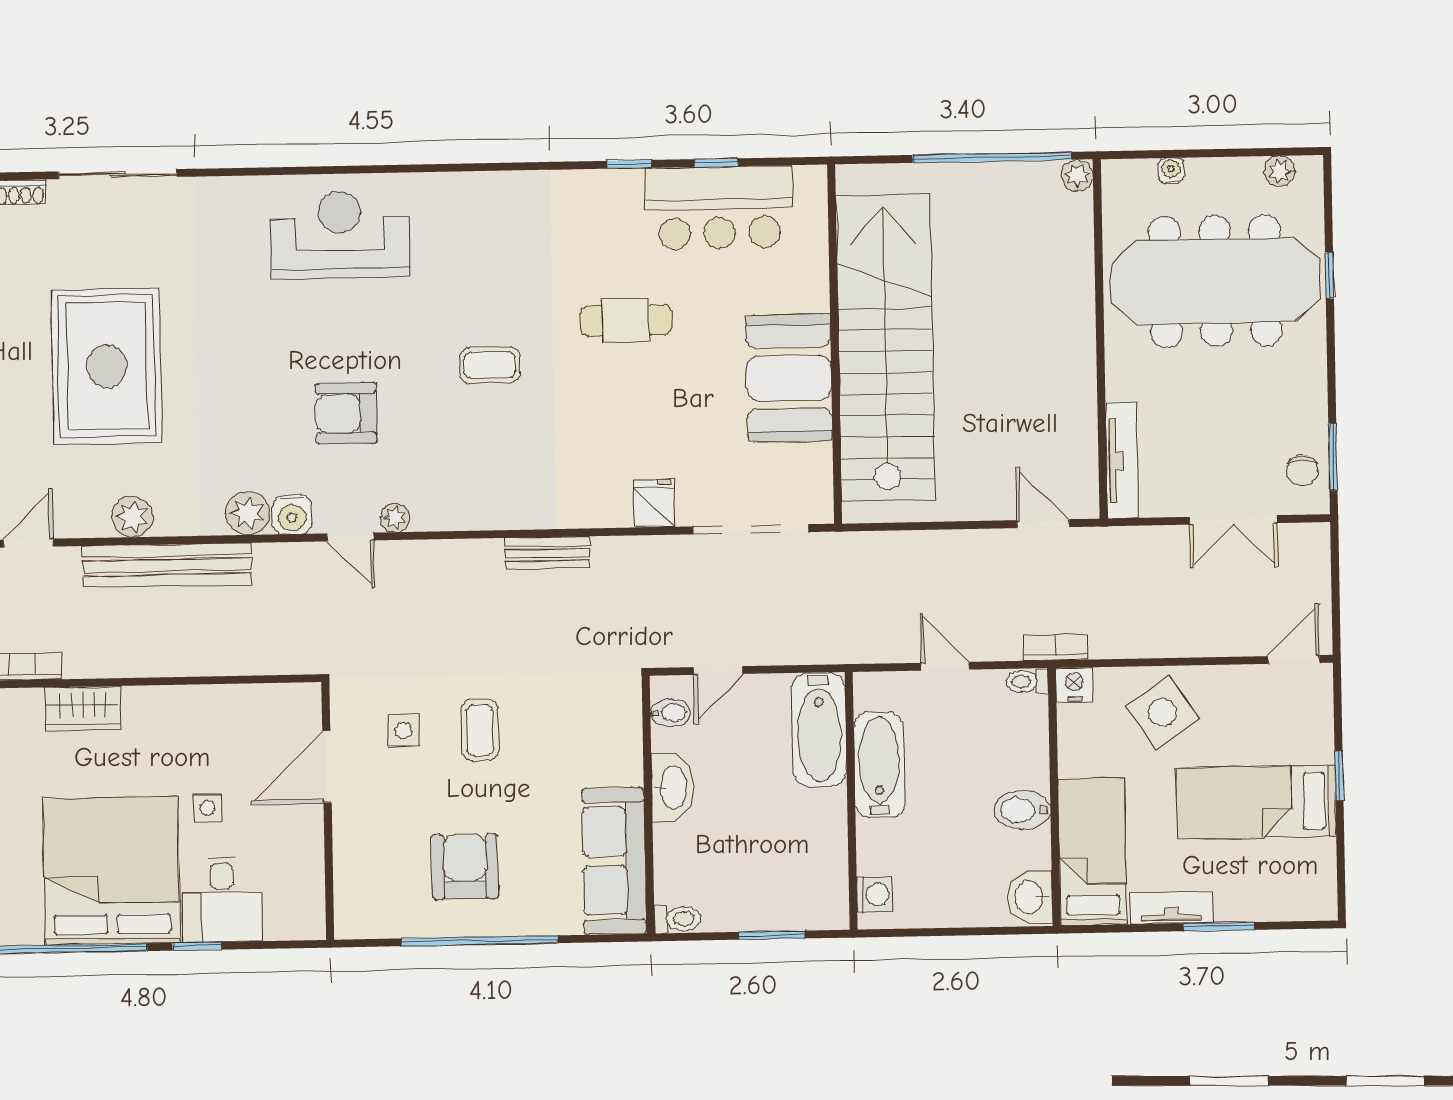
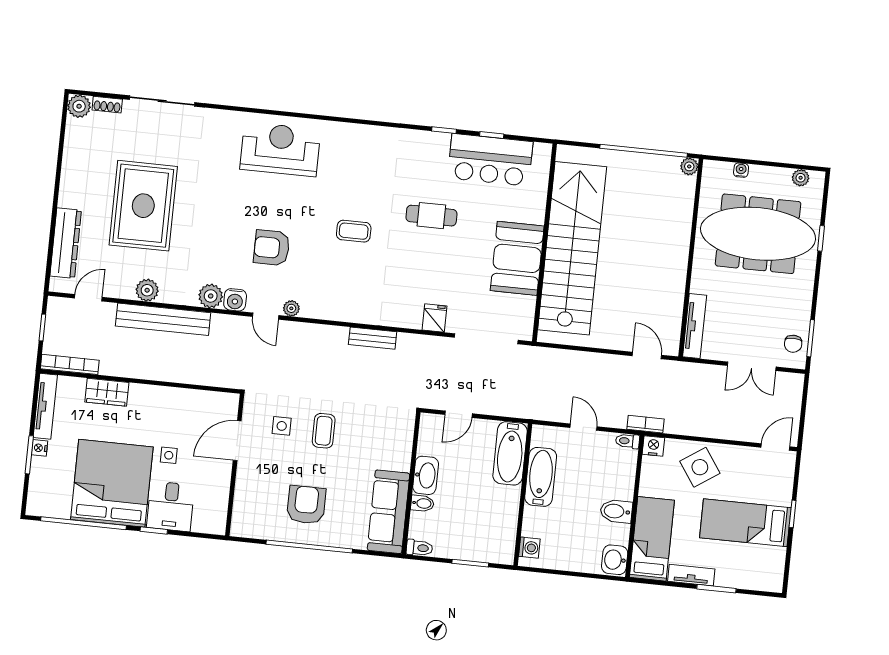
bidet: (670, 713) -> (422, 503), moved

